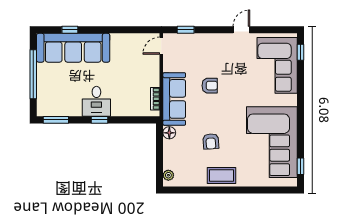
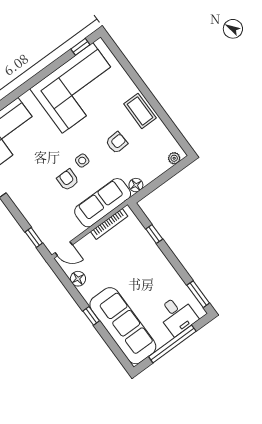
window: (70, 30) -> (91, 316), moved
floor lamp: (132, 40) -> (78, 279), added
bookcase: (155, 99) -> (109, 224), width x1.56
desk: (96, 101) -> (177, 315), moved, turned 90
side table: (216, 107) -> (82, 161), added
window: (99, 120) -> (154, 234), moved

